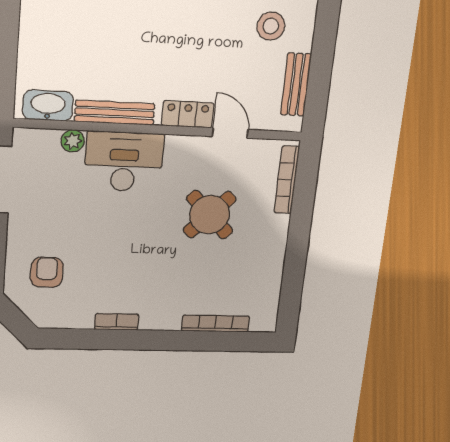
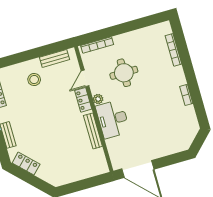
washbasin: (48, 106) -> (99, 160), removed
plant: (73, 141) -> (98, 99), moved
round table: (210, 215) -> (124, 73), turned 45
armchair: (47, 272) -> (173, 134), removed

